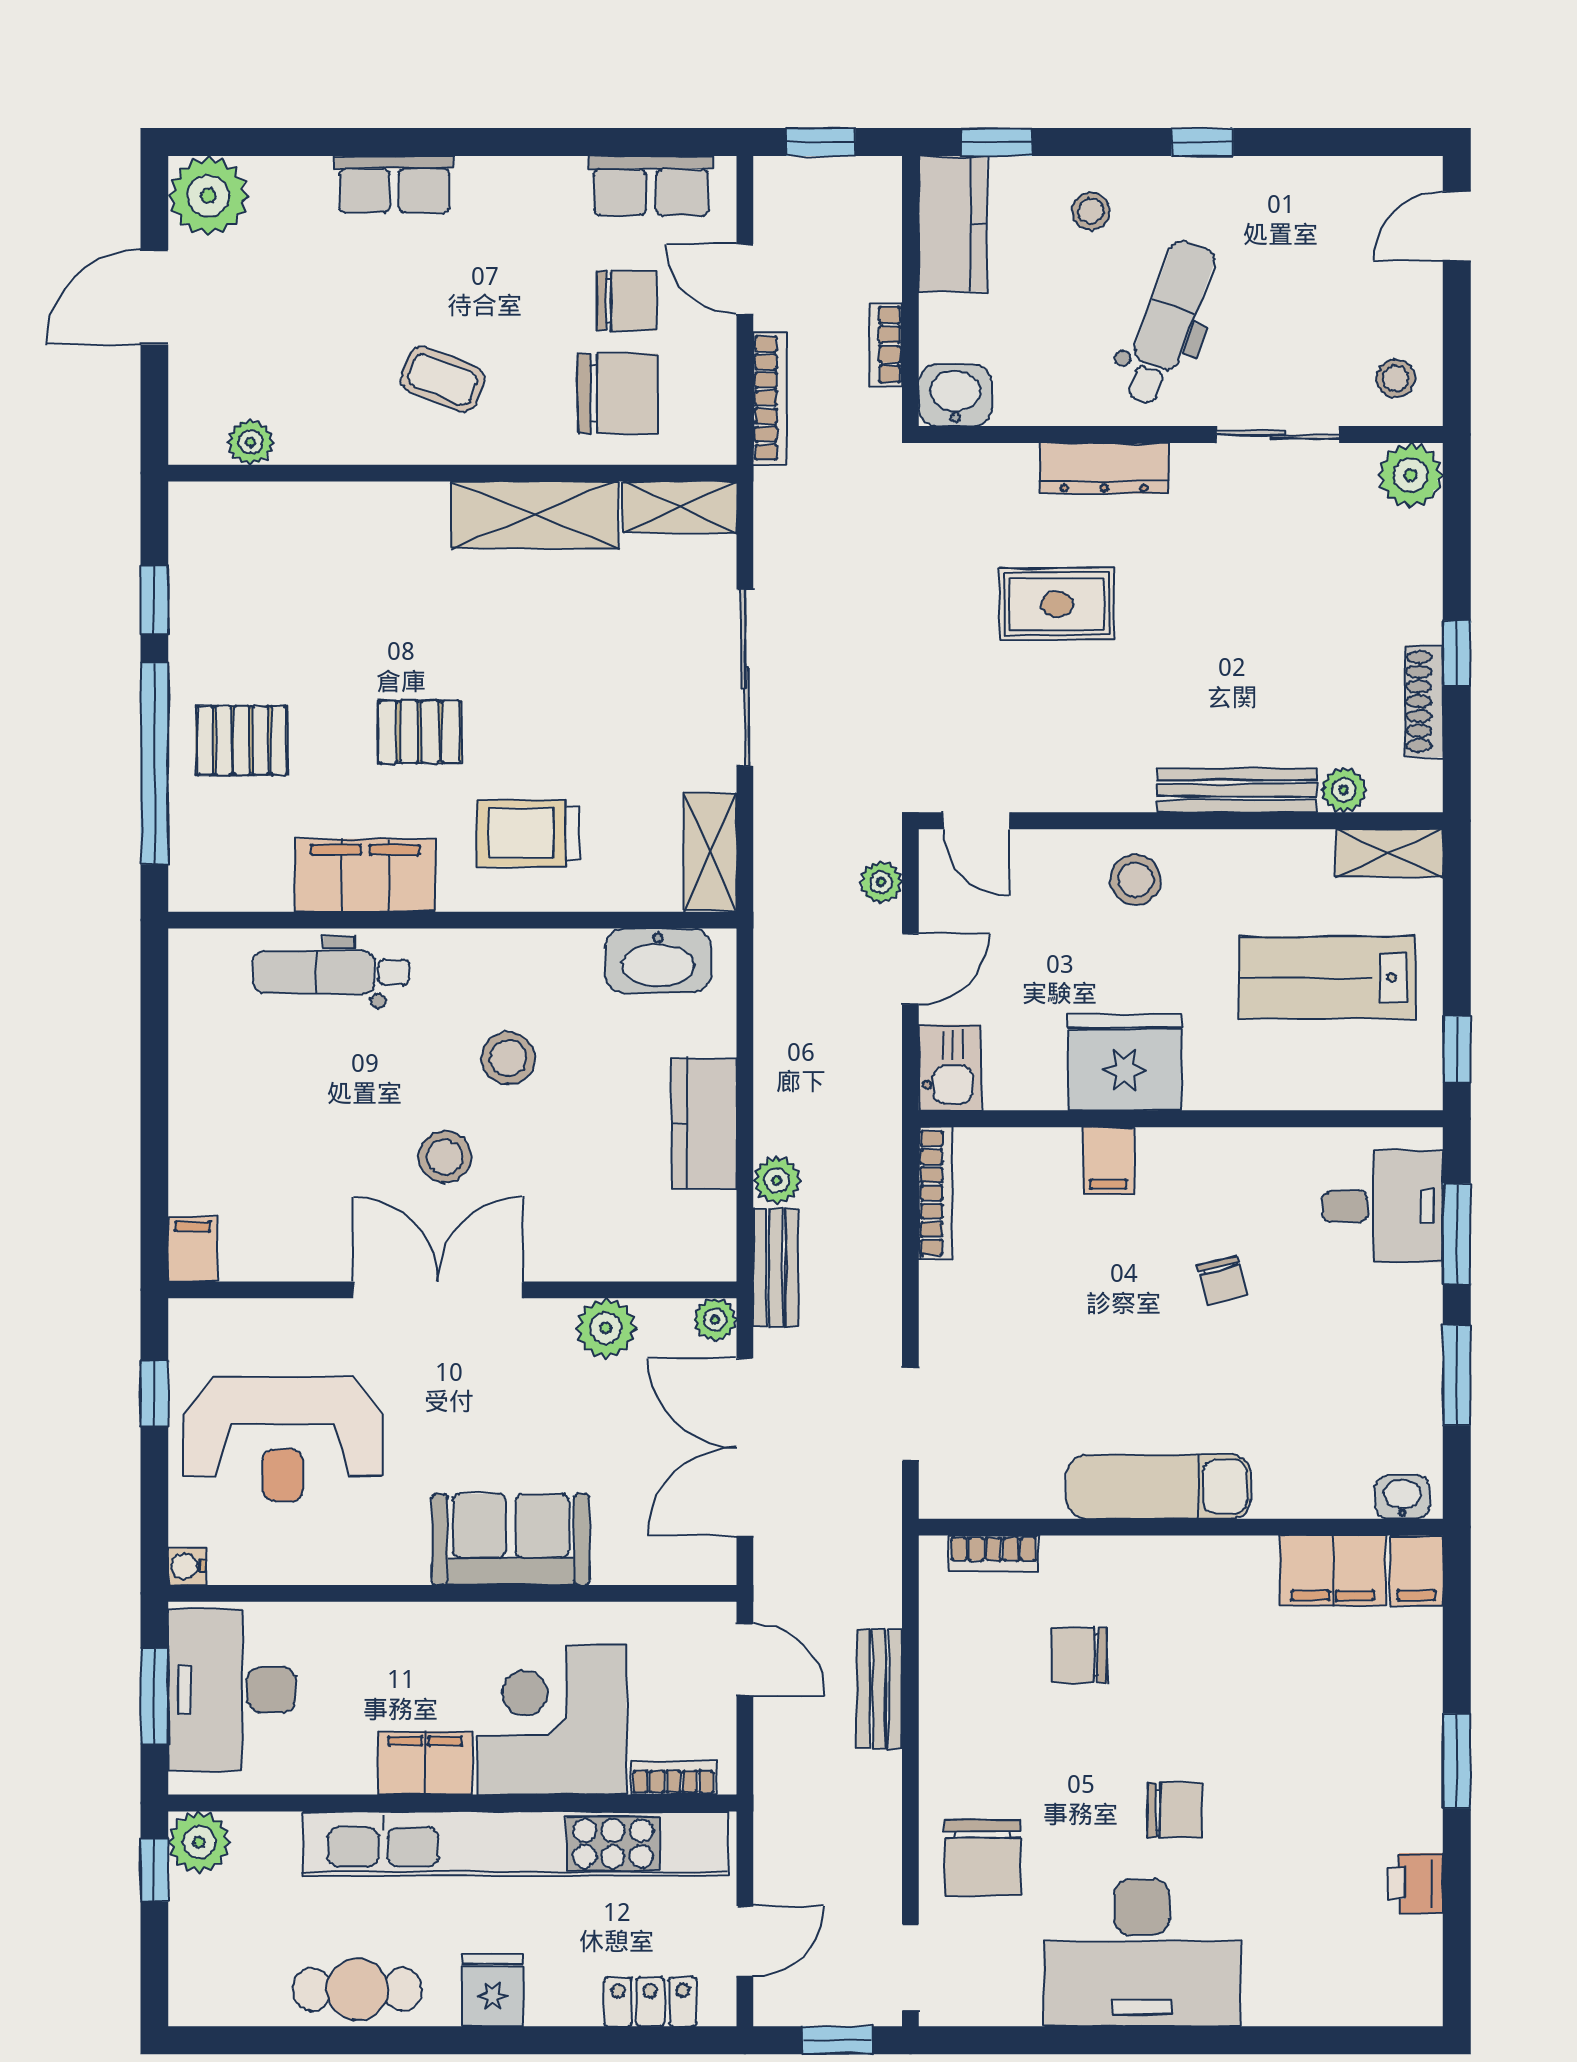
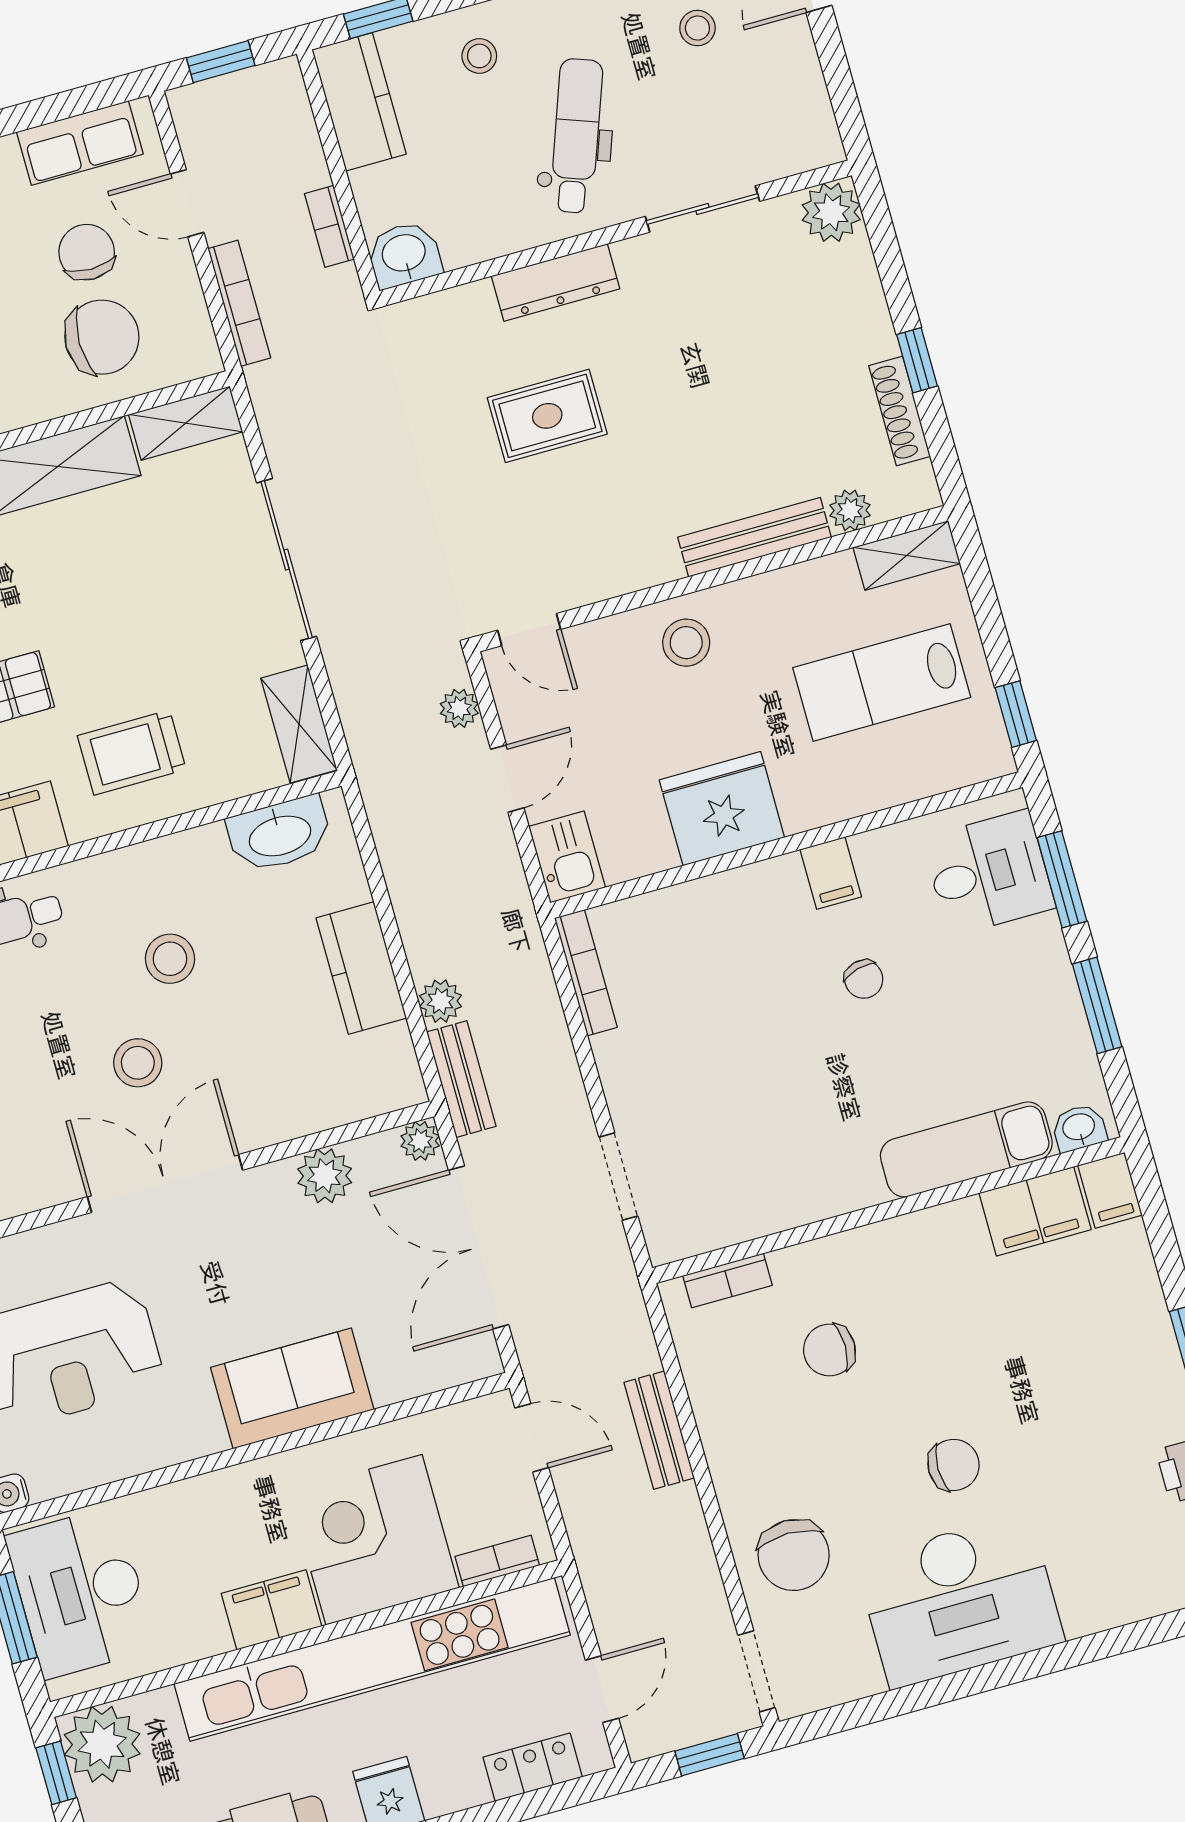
chair: (626, 301) -> (87, 252), turned -90
stool: (1396, 378) -> (697, 28), moved
filing cabinet: (1108, 1161) -> (831, 873), moved
exam couch: (1159, 1487) -> (966, 1149), moved
plant: (199, 1842) -> (102, 1744), width x1.36, depth x1.36

